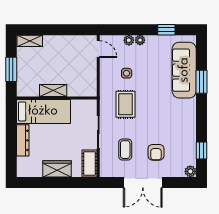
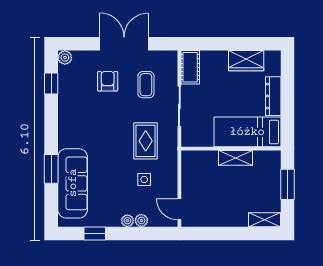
wardrobe: (57, 169) -> (246, 61), moved

